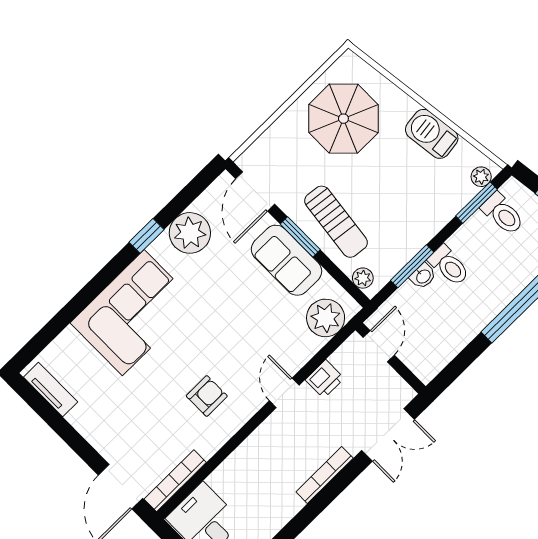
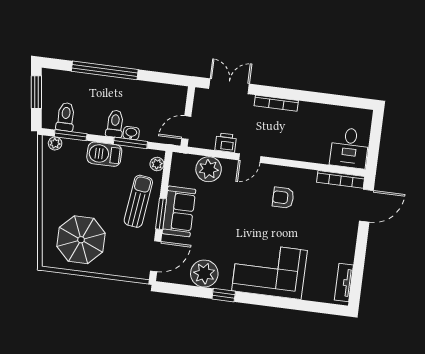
barbecue: (432, 134) -> (104, 154), moved, turned 97
plant: (326, 318) -> (209, 169), moved

